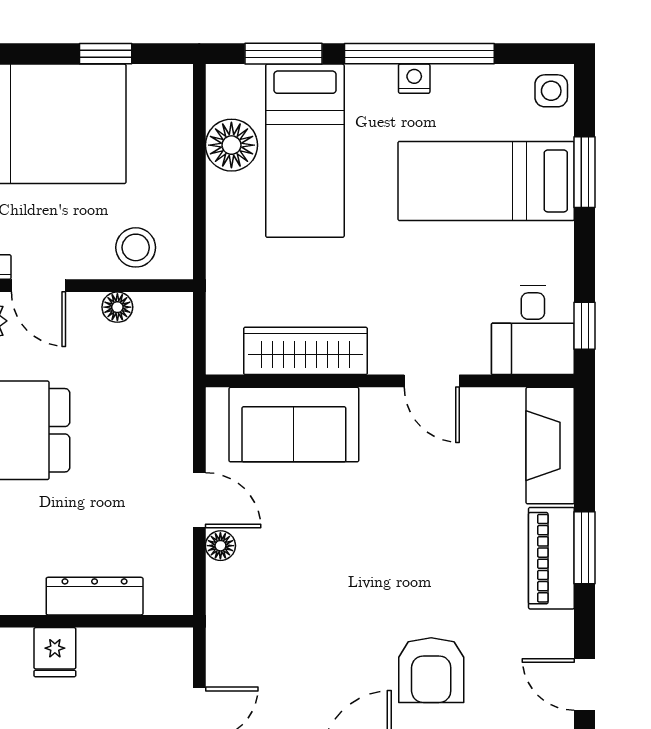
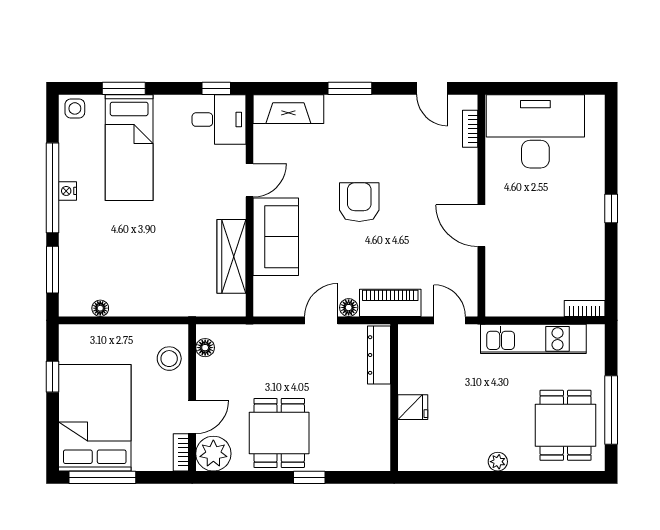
floor lamp: (231, 145) -> (100, 308), width x0.53, depth x0.53
bed: (305, 151) -> (111, 257), removed
floor lamp: (117, 307) -> (205, 348), moved
sofa: (294, 425) -> (276, 237), moved
piano: (551, 558) -> (390, 303), moved, turned 180
dresser: (95, 596) -> (379, 355), moved
armchair: (431, 670) -> (359, 202), moved, turned -90
door: (585, 684) -> (432, 88), hinge flipped

